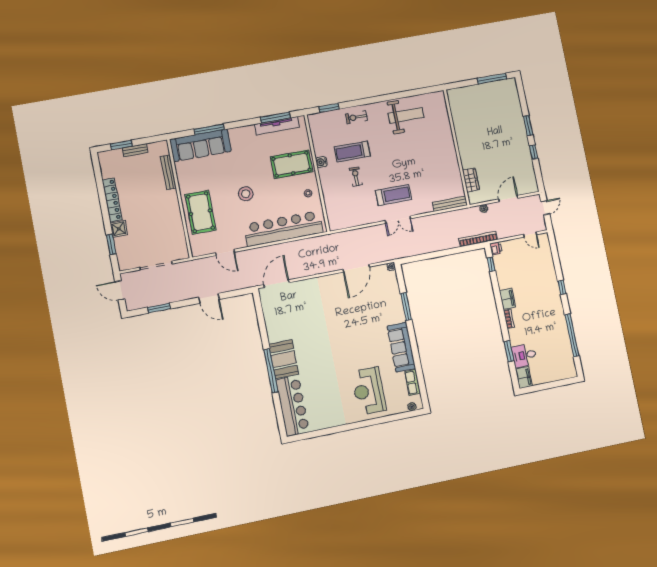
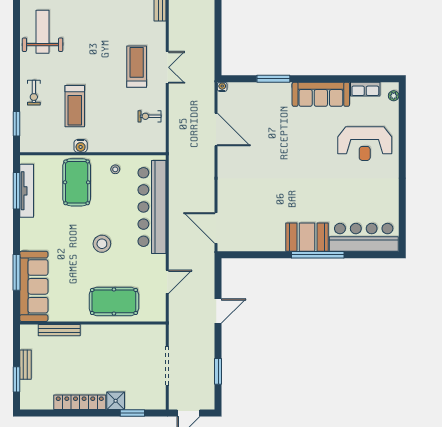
exercise bike: (356, 177) -> (149, 116), moved

